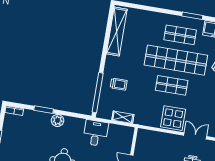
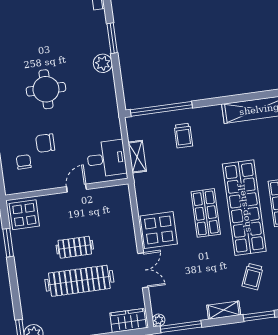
desk: (96, 133) -> (106, 159), moved

